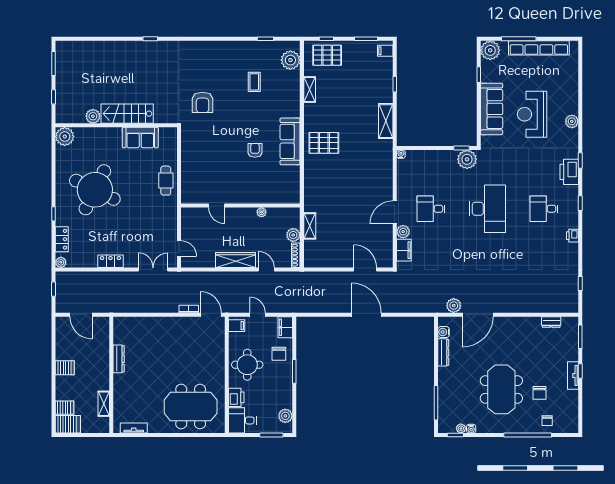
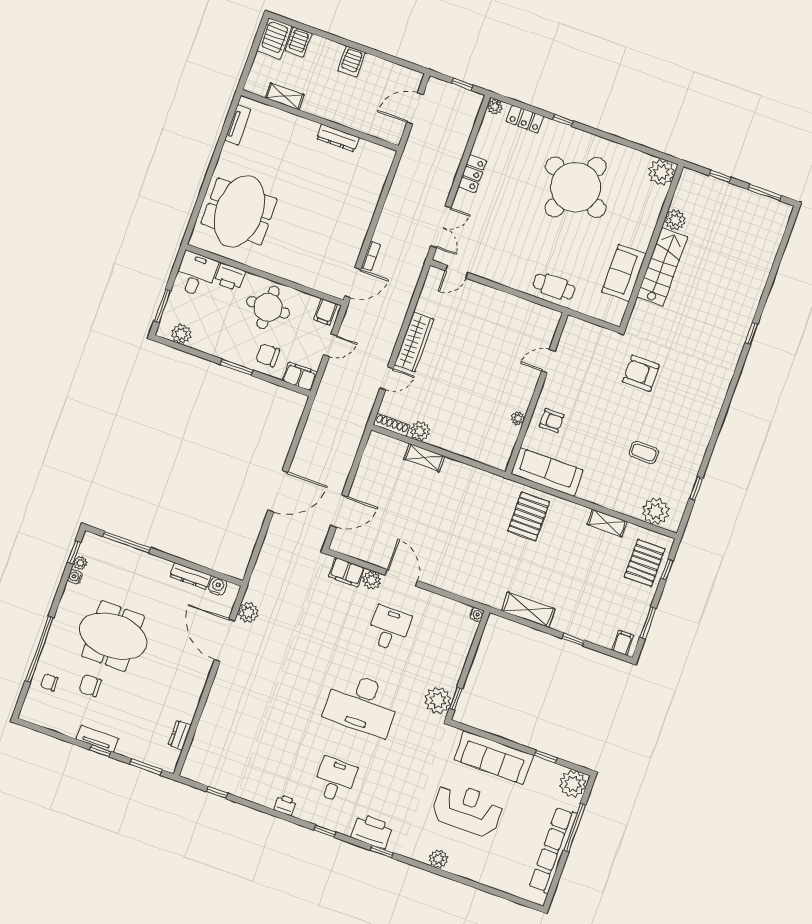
door: (217, 206) -> (548, 361), moved
wall: (240, 206) -> (537, 393), moved
plant: (262, 212) -> (518, 418), moved

